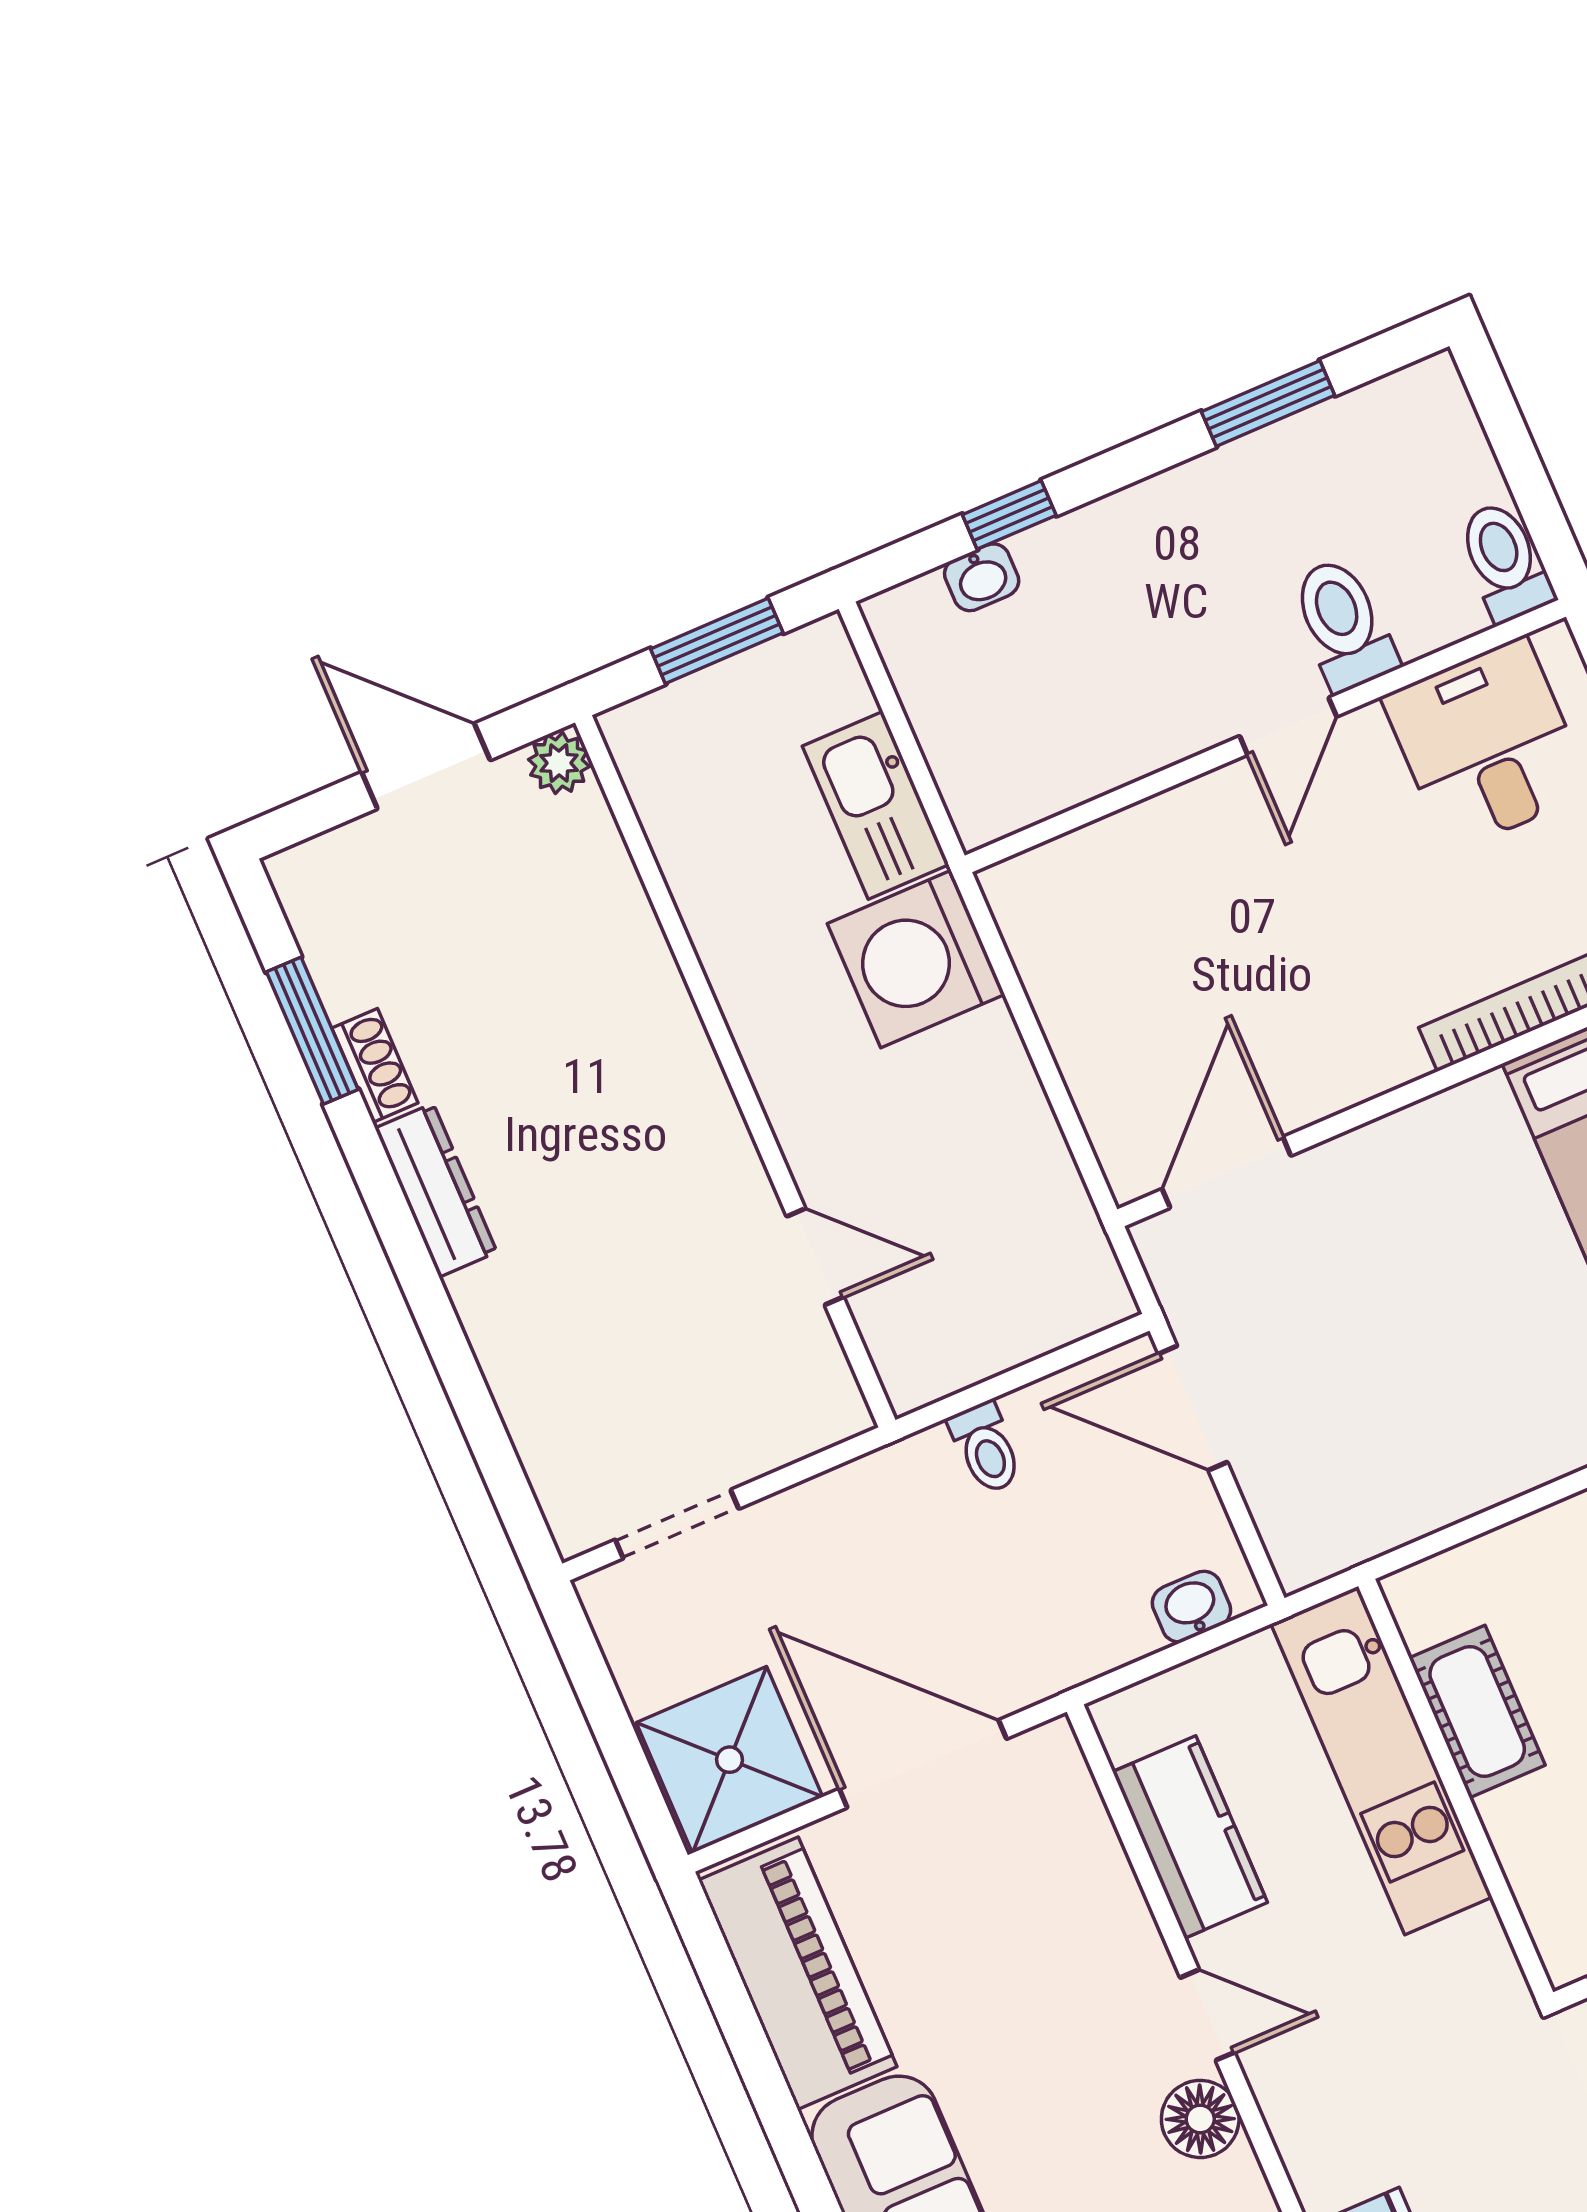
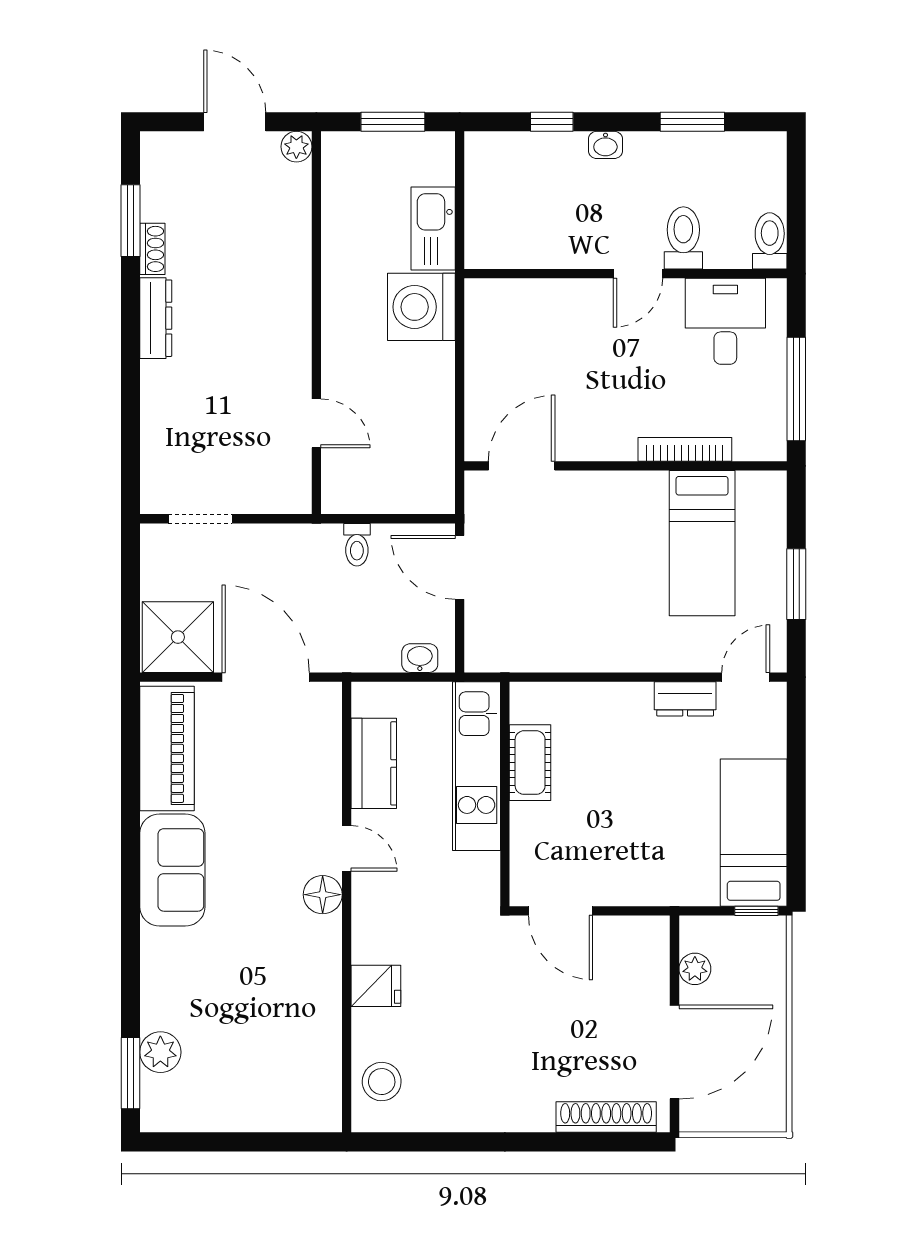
washbasin: (982, 577) -> (605, 145), moved

